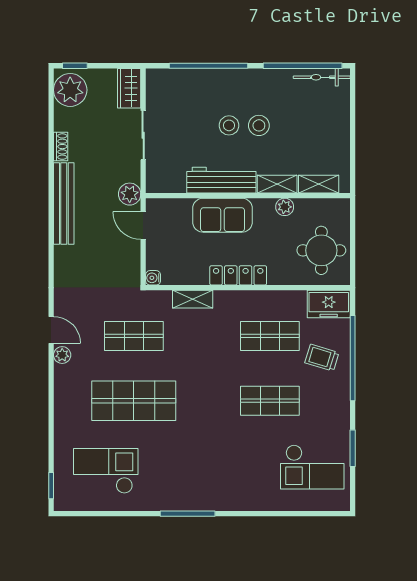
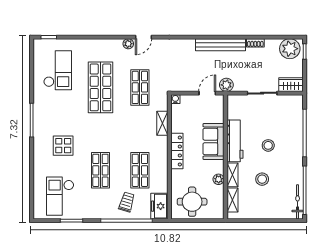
stool: (259, 125) -> (262, 179), moved
display table: (229, 462) -> (63, 146), added

